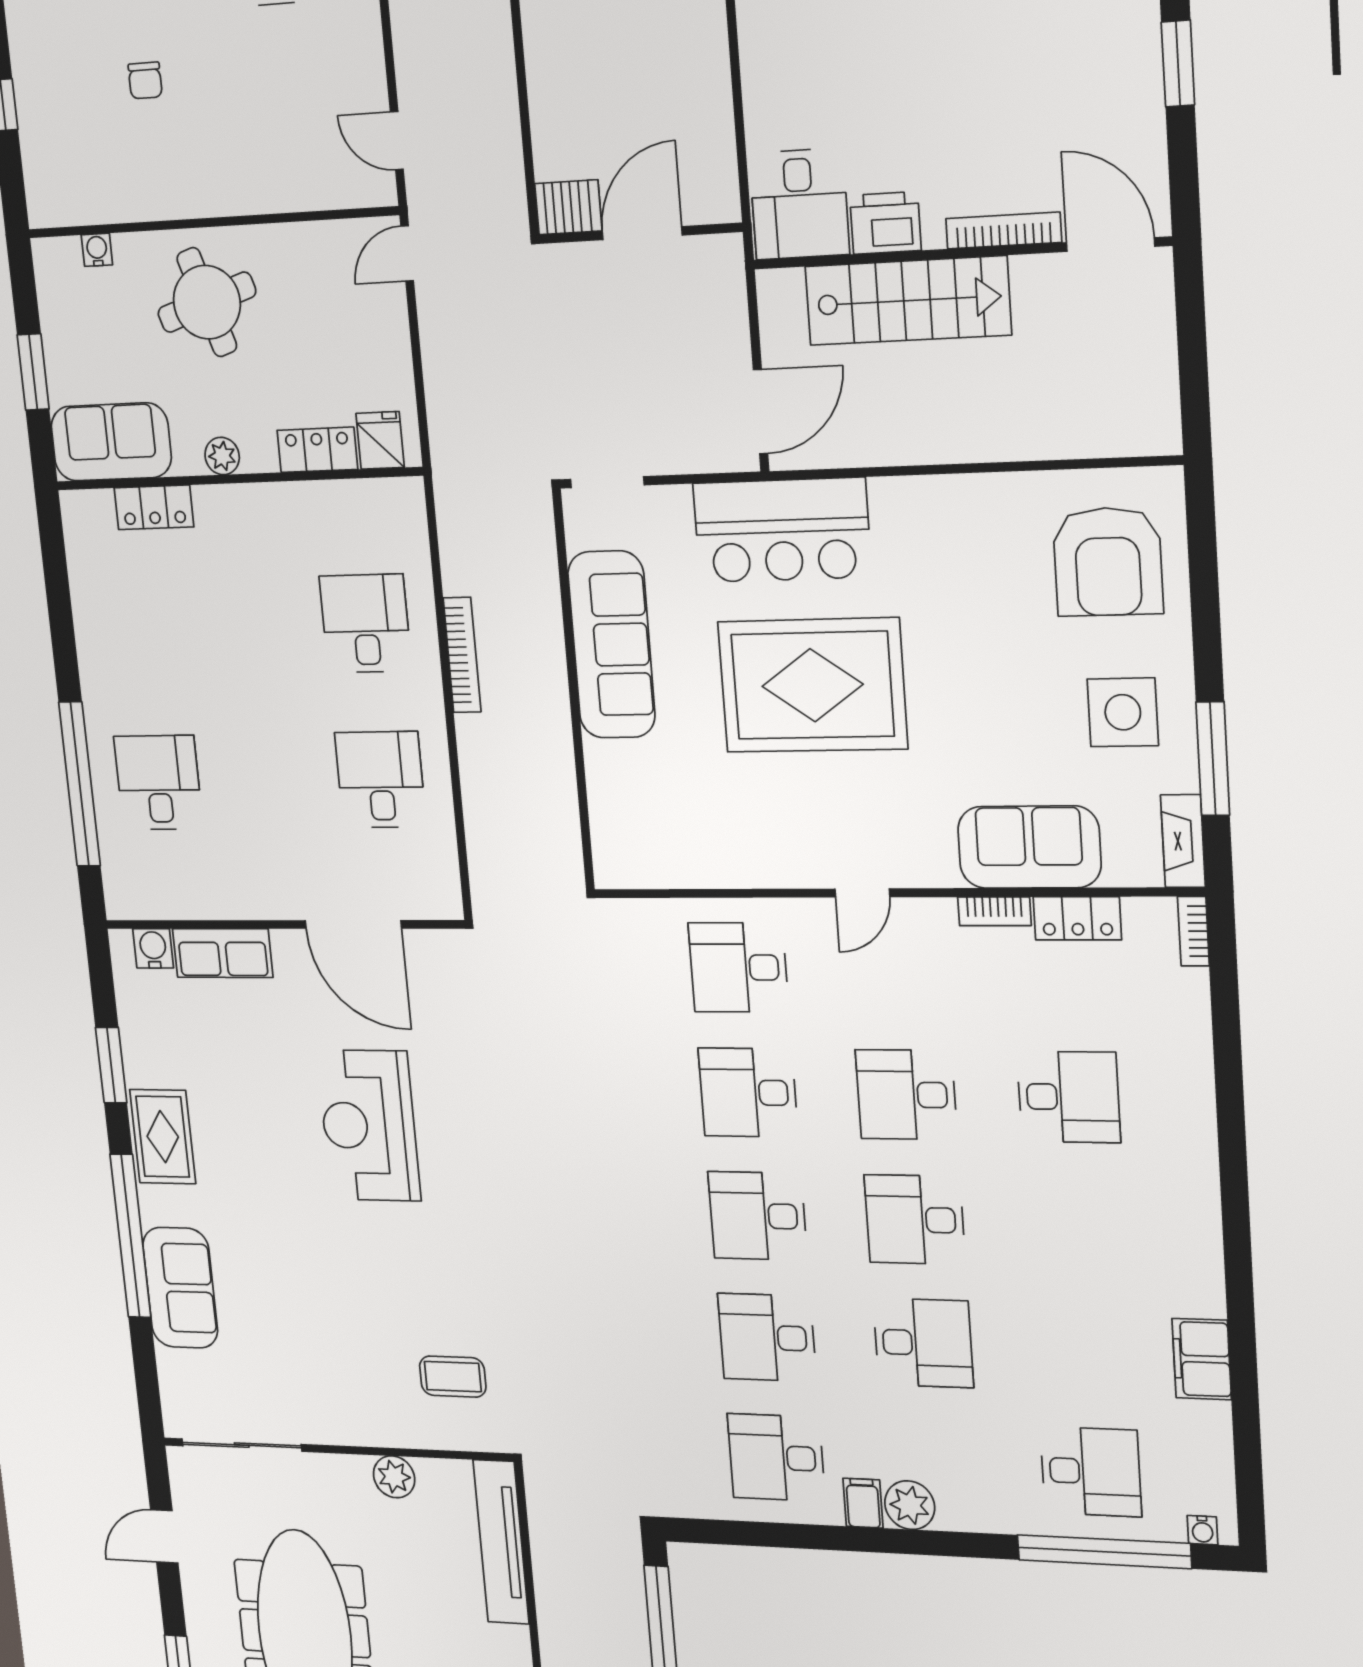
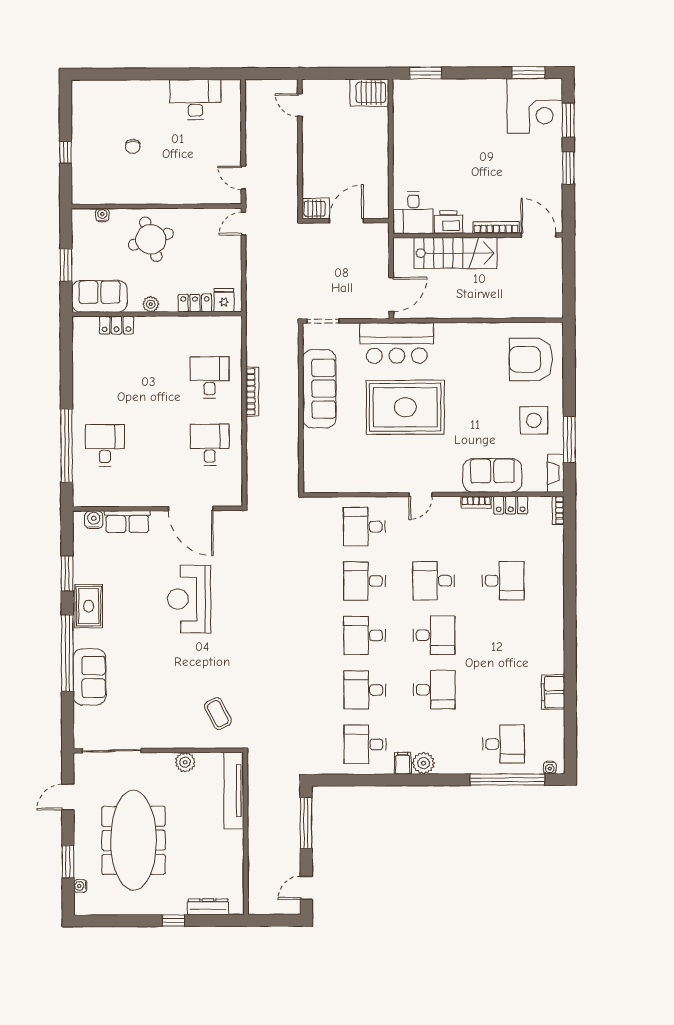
armchair: (1108, 562) -> (531, 359), turned 90
desk: (915, 1220) -> (434, 635), turned 180
coffee table: (453, 1377) -> (218, 714), turned 63

